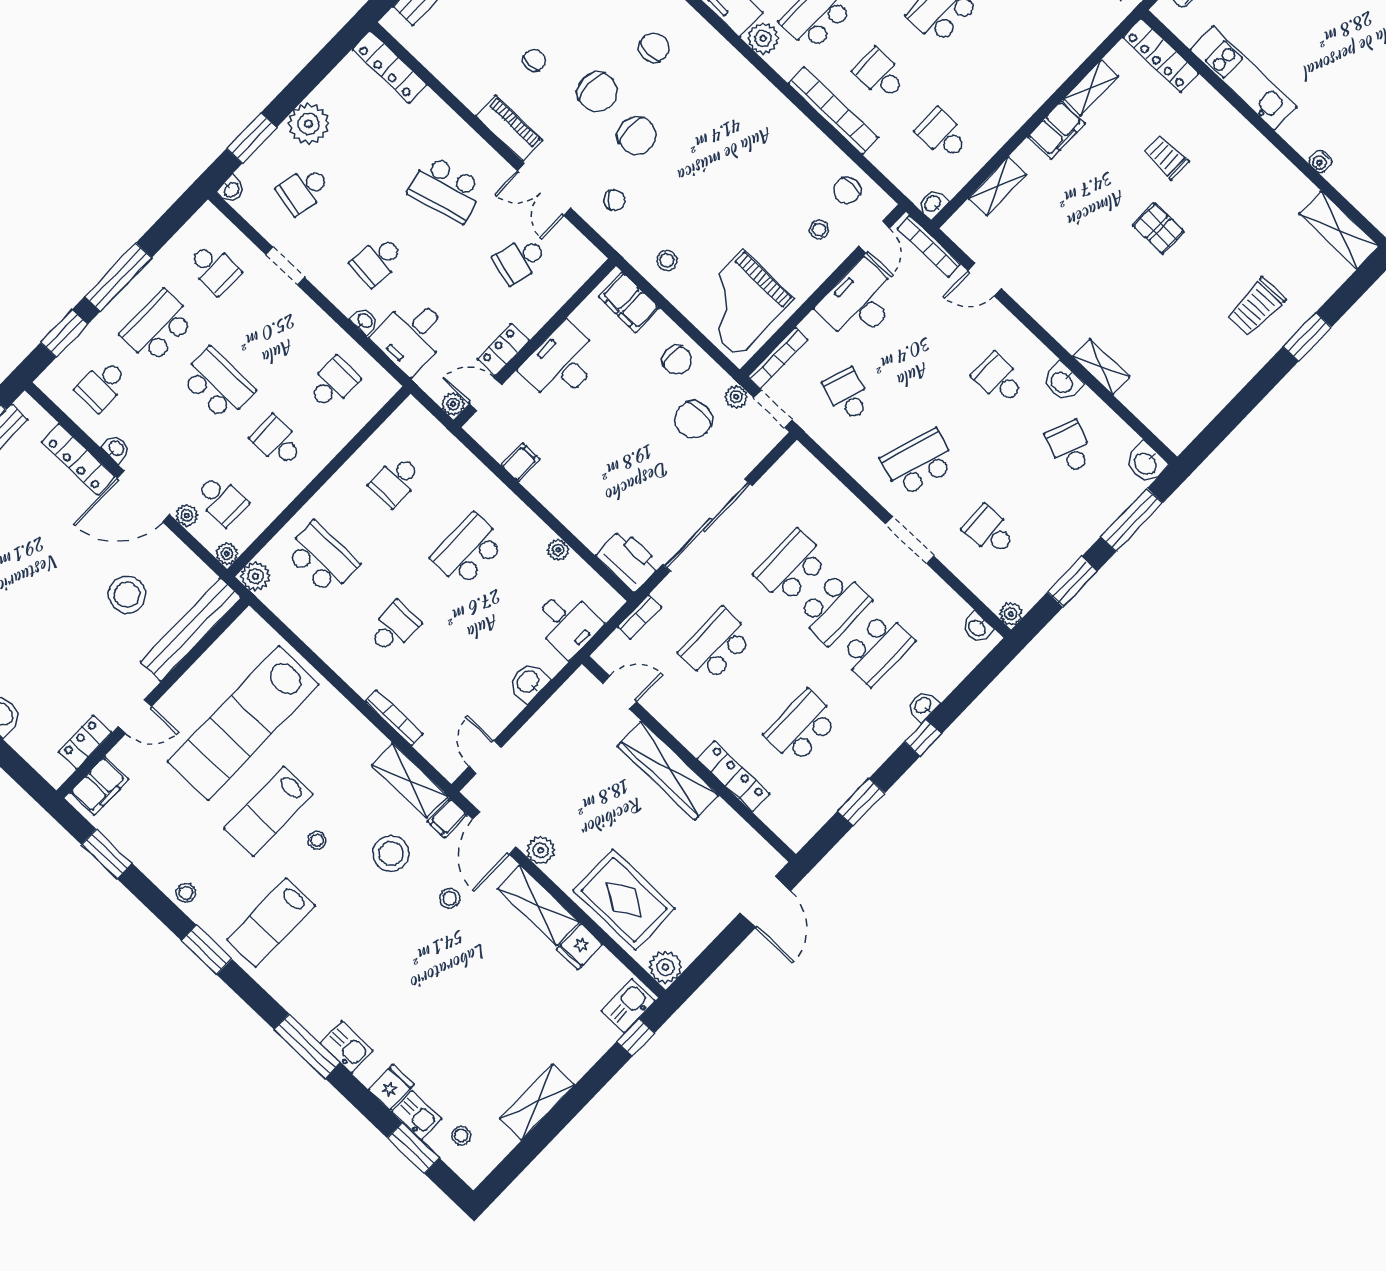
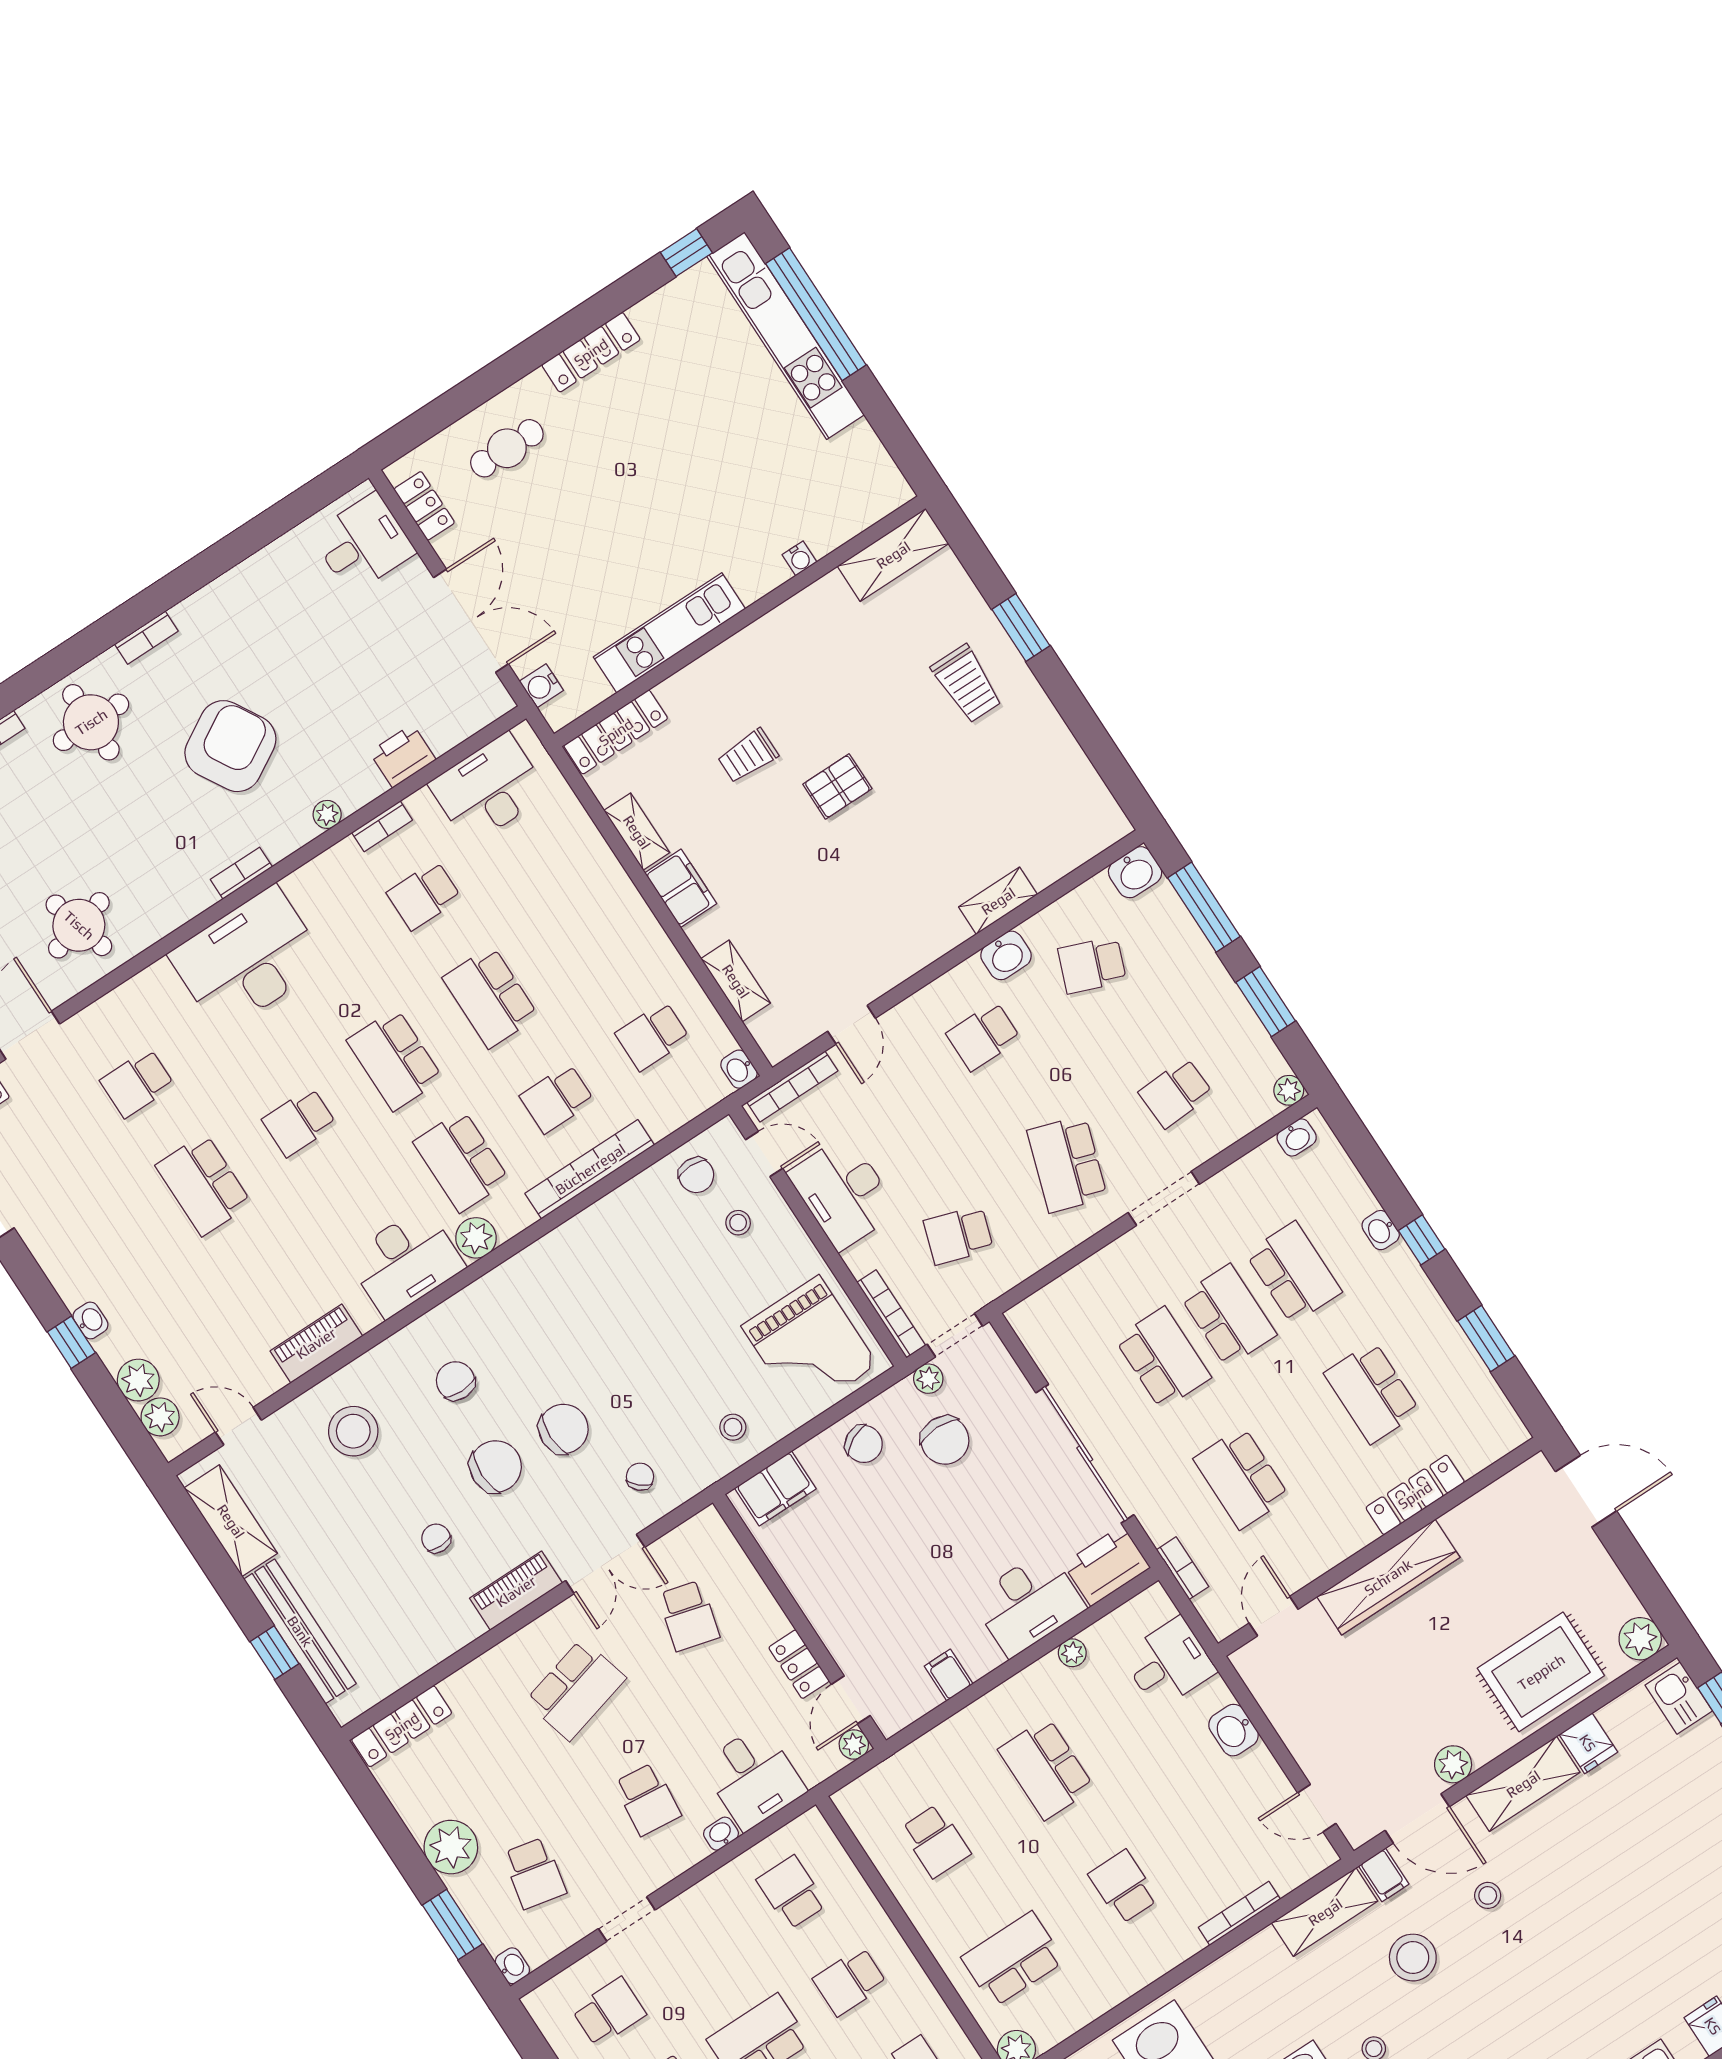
chair: (677, 360) -> (864, 1444), turned 63
desk: (562, 363) -> (1028, 1603), moved, turned -90
school desk: (791, 567) -> (1163, 1358), turned 180

